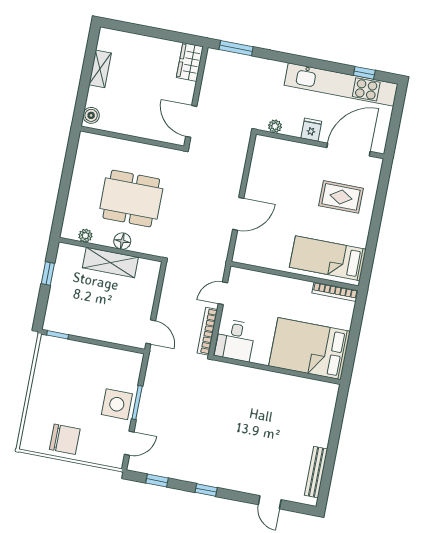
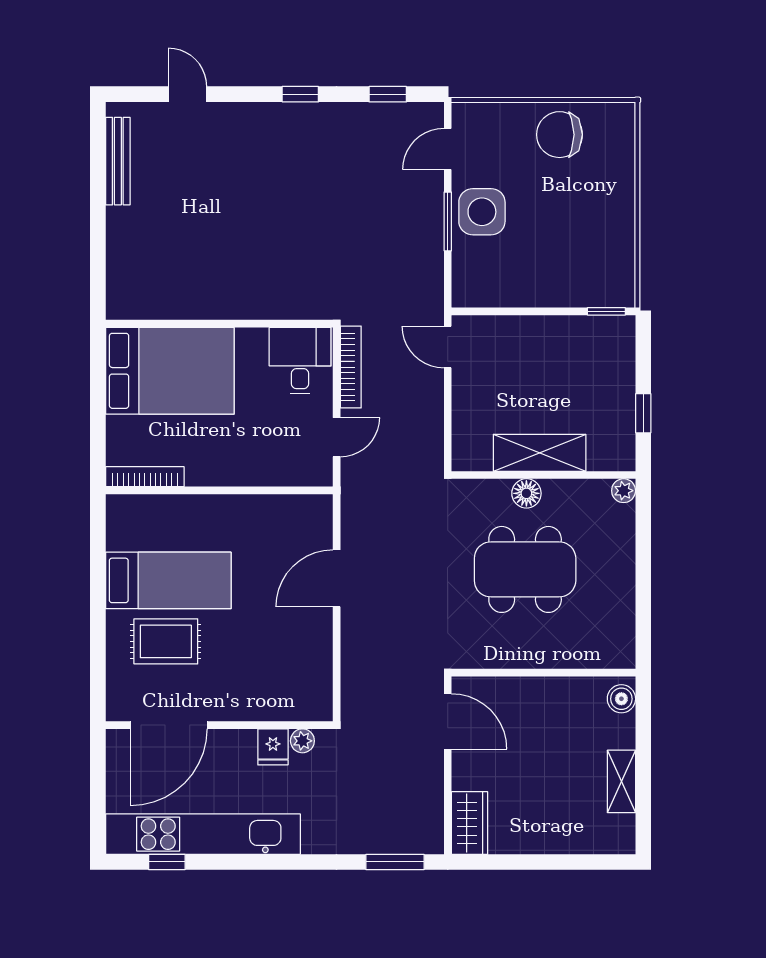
fridge: (311, 130) -> (273, 747), moved
plant: (85, 236) -> (624, 491), moved
bed: (328, 258) -> (168, 580), moved

